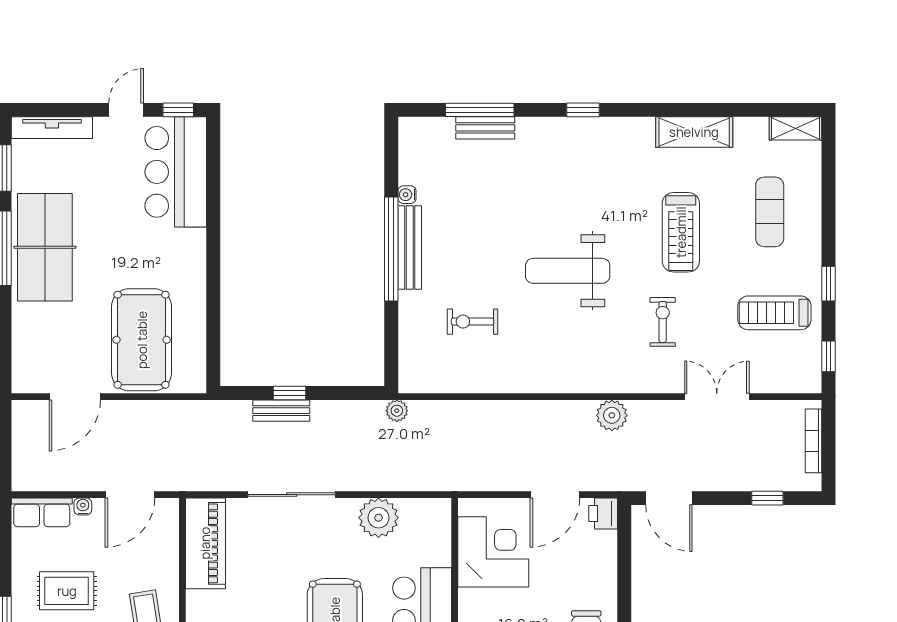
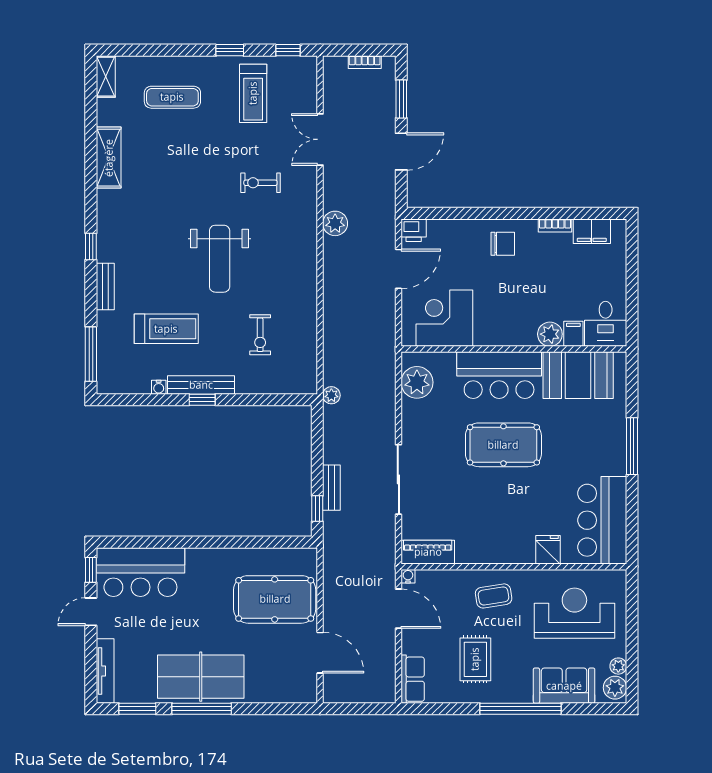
door: (126, 110) -> (91, 612), hinge flipped
window: (480, 110) -> (91, 354), moved
bench: (485, 128) -> (105, 287), moved
treadmill: (681, 232) -> (166, 329), moved
window: (391, 249) -> (202, 400), width x0.32
window: (289, 393) -> (317, 509), moved
bookcase: (813, 441) -> (365, 62), width x0.64
door: (555, 495) -> (398, 269), hinge flipped
door: (669, 498) -> (401, 152), moved
window: (767, 498) -> (401, 99), width x1.50
water cooler: (83, 506) -> (408, 576), moved, turned 90
plant: (379, 518) -> (417, 382), moved
piano: (205, 543) -> (428, 552), width x0.73, depth x0.75

